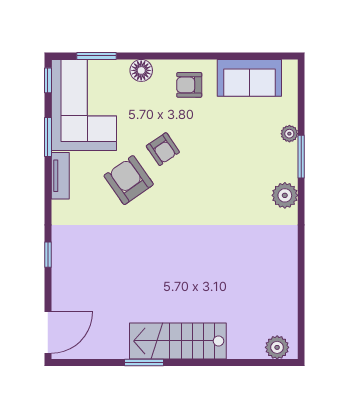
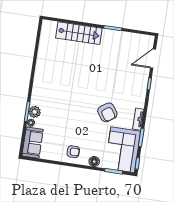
sofa: (249, 78) -> (33, 143), moved, turned 90
armchair: (163, 149) -> (90, 124), removed
plant: (285, 195) -> (35, 112), moved
door: (48, 332) -> (153, 59), moved
stairs: (178, 341) -> (79, 33), moved
plant: (277, 347) -> (51, 26), removed

